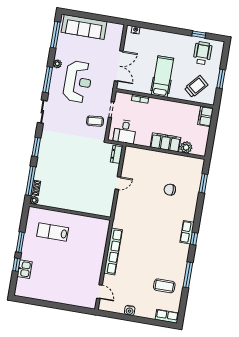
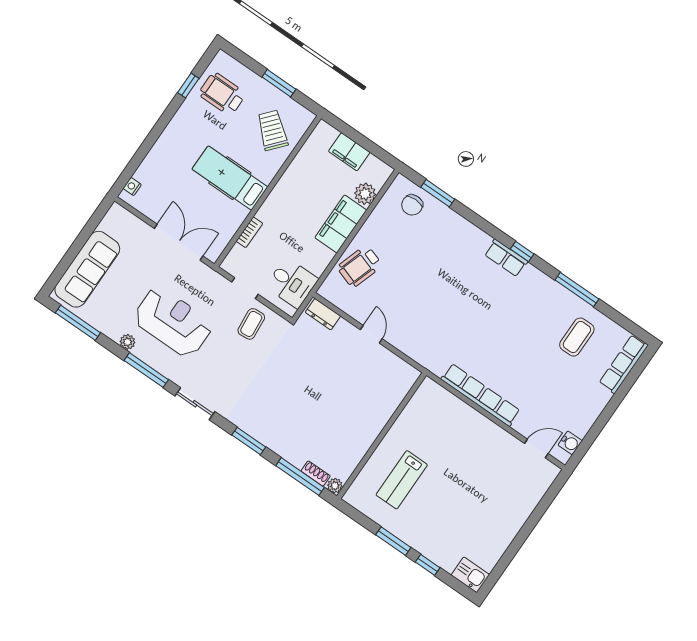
filing cabinet: (206, 116) -> (349, 152), moved
wheelchair: (149, 161) -> (360, 266), added
chair: (170, 190) -> (412, 205), moved
kitchen sink: (25, 269) -> (470, 575), moved
water cooler: (130, 310) -> (570, 443), moved
row of seats: (167, 316) -> (624, 364), width x1.48

